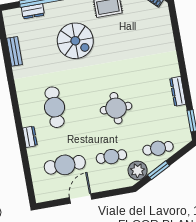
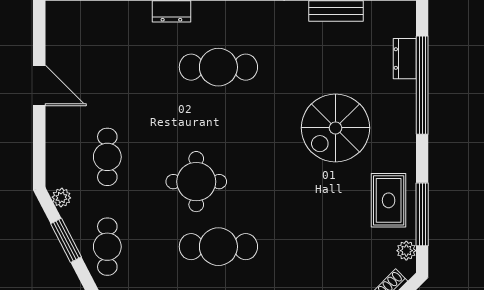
cafe table: (65, 165) -> (218, 247), moved, turned 90
plant: (138, 170) -> (61, 197), width x0.53, depth x0.53

